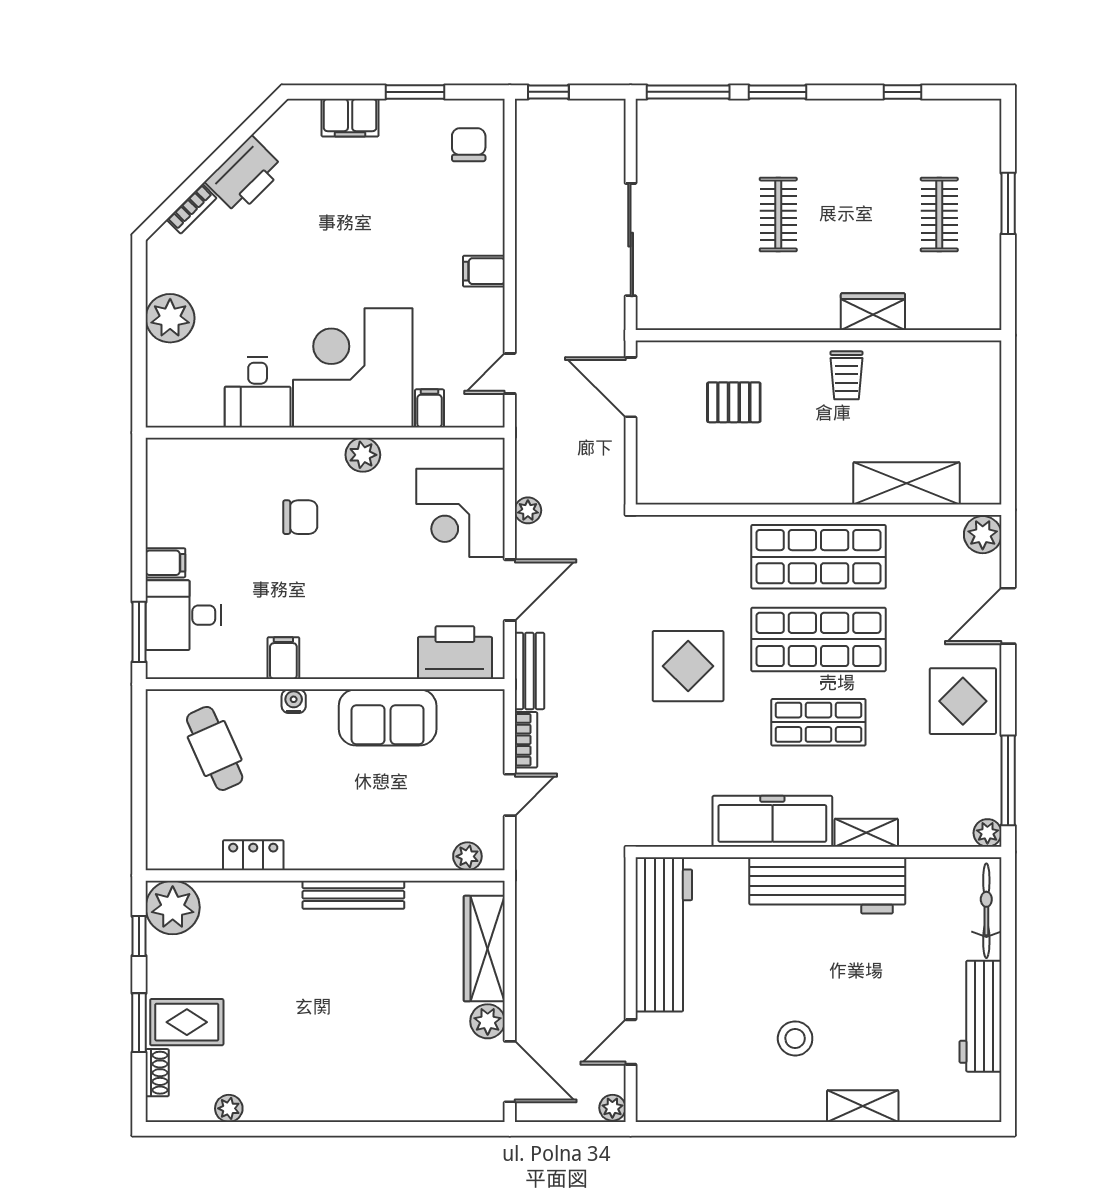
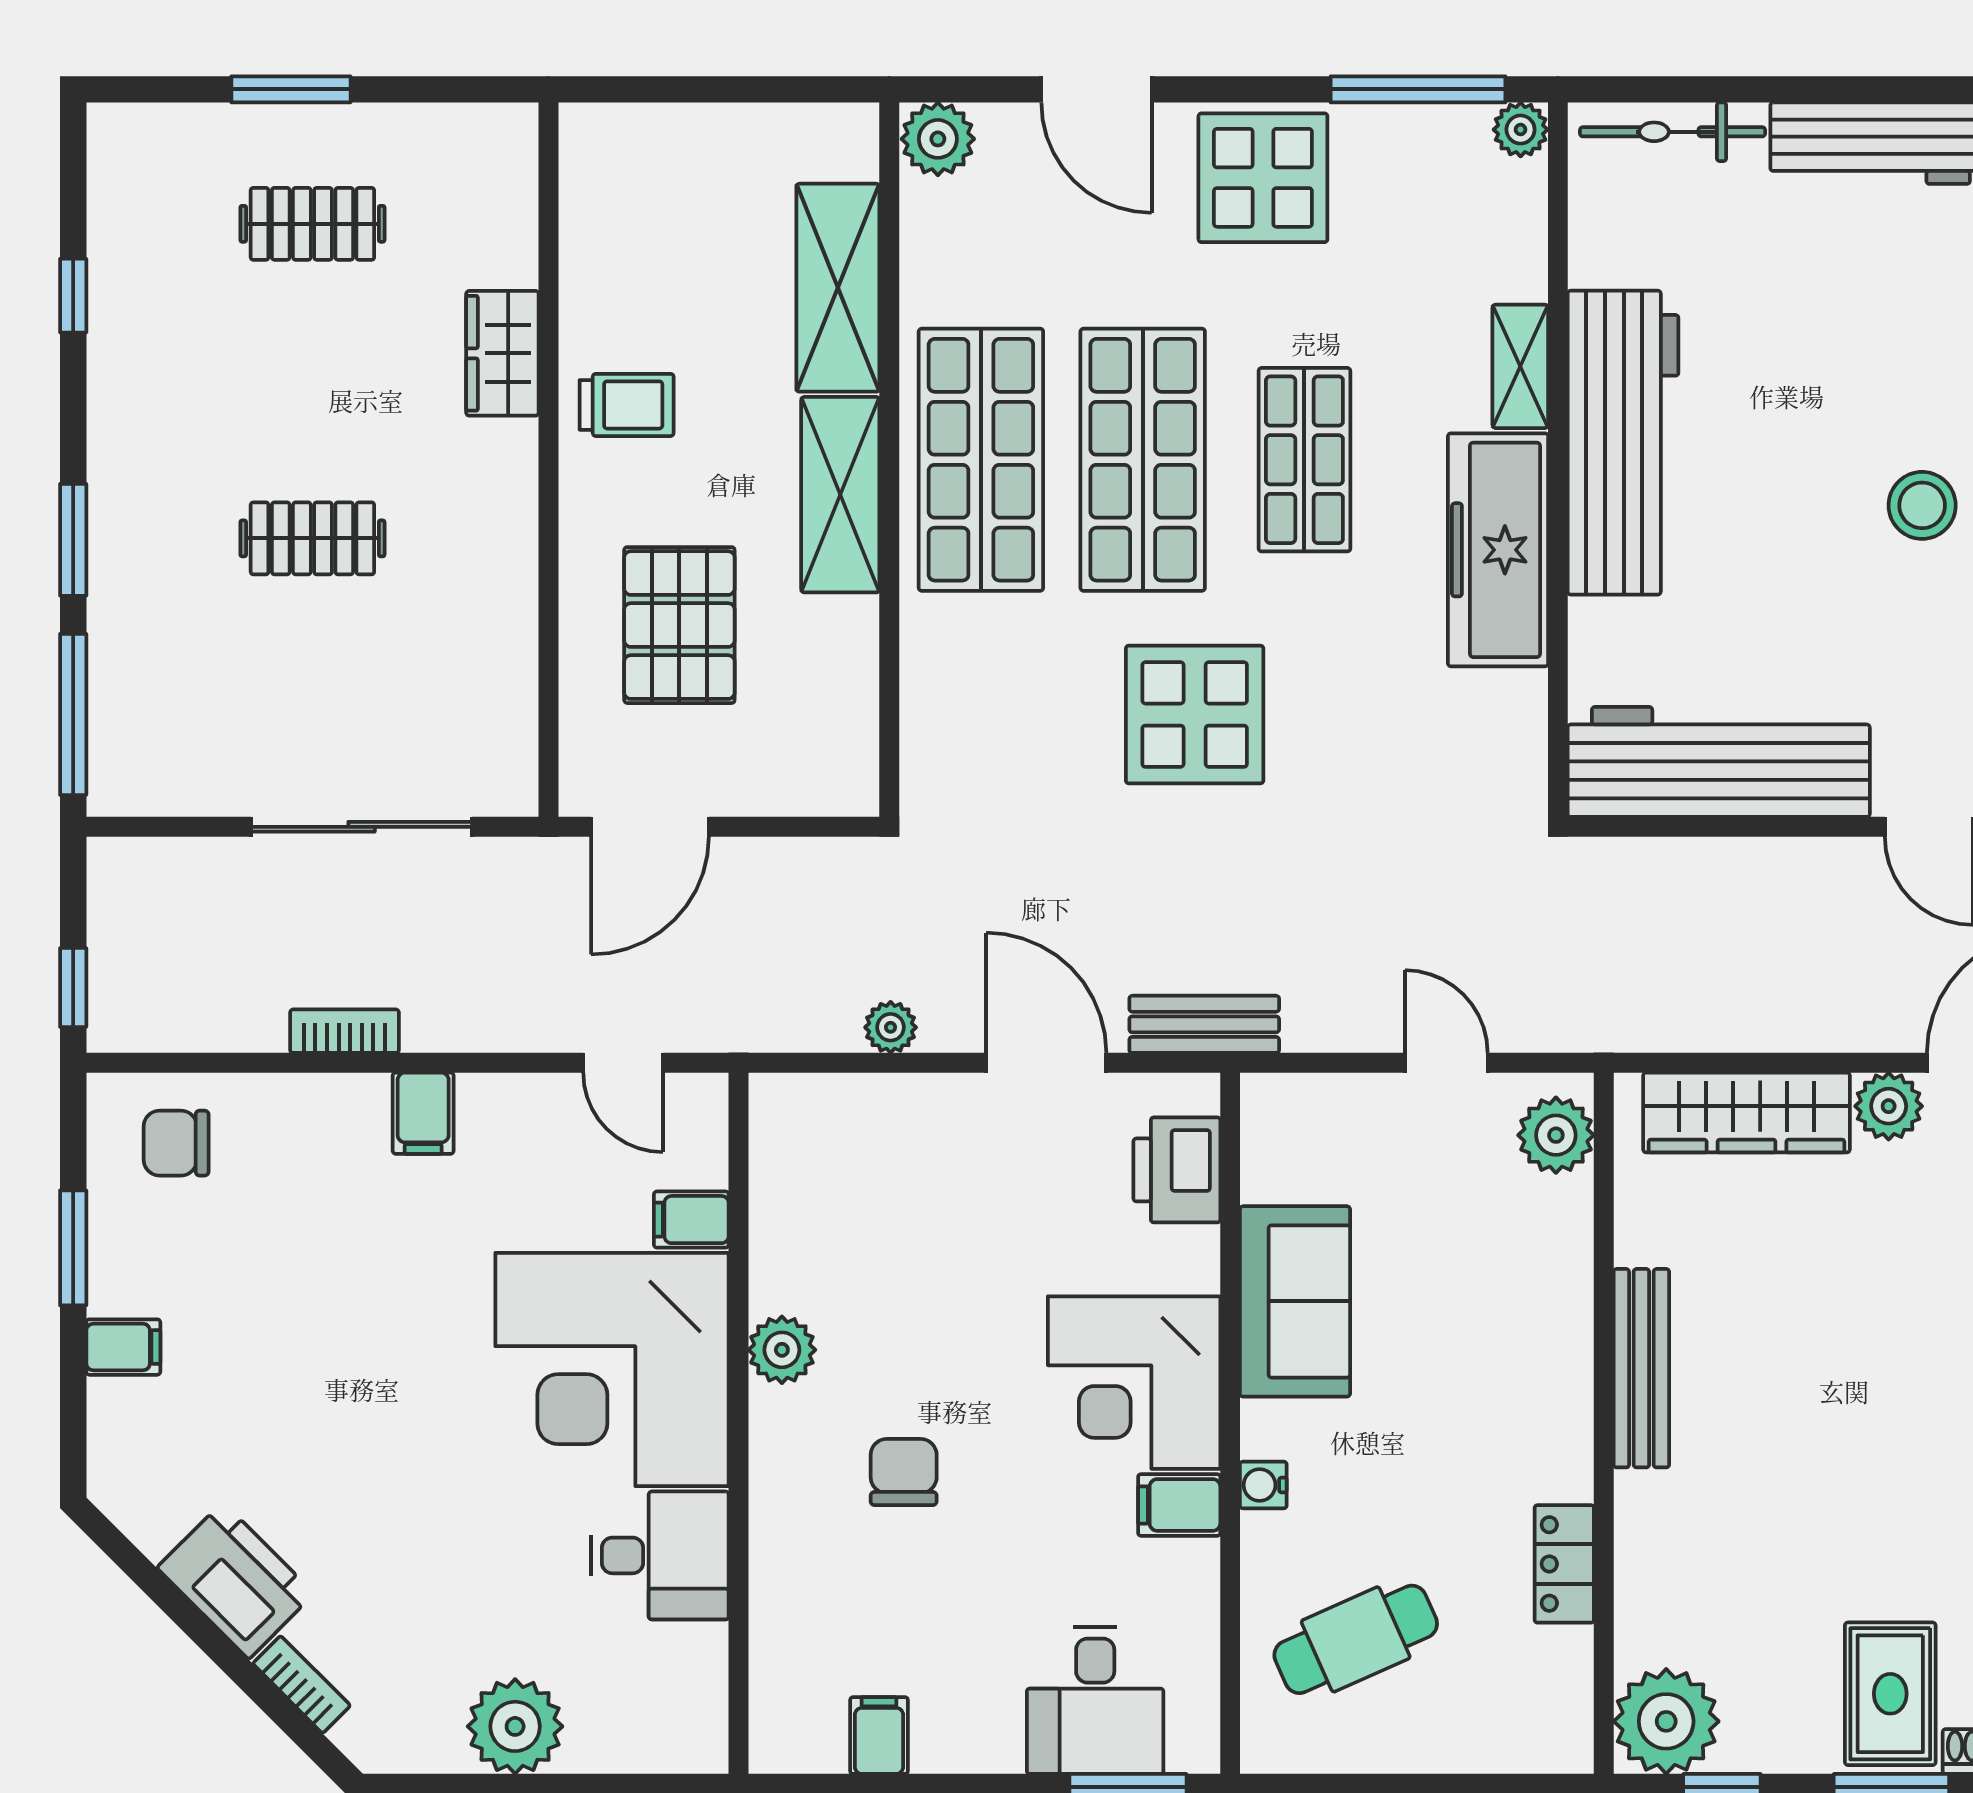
filing cabinet: (350, 118) -> (123, 1347), width x0.50
pallet: (734, 402) -> (679, 625), width x1.50, depth x1.42
shelving: (801, 485) -> (840, 495), added
corner desk: (461, 513) -> (1134, 1383), moved, turned 90
filing cabinet: (165, 563) -> (879, 1735), moved
printer: (455, 653) -> (1177, 1170), width x0.73, depth x0.84
bookcase: (526, 740) -> (344, 1031), moved
plant: (467, 856) -> (1556, 1135), width x1.38, depth x1.38

